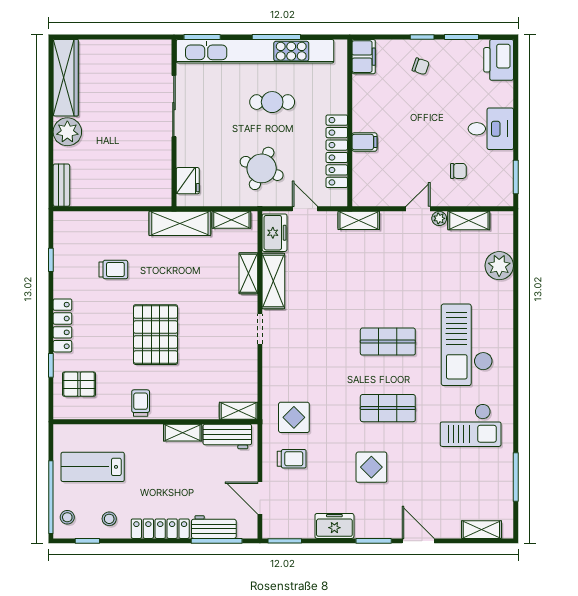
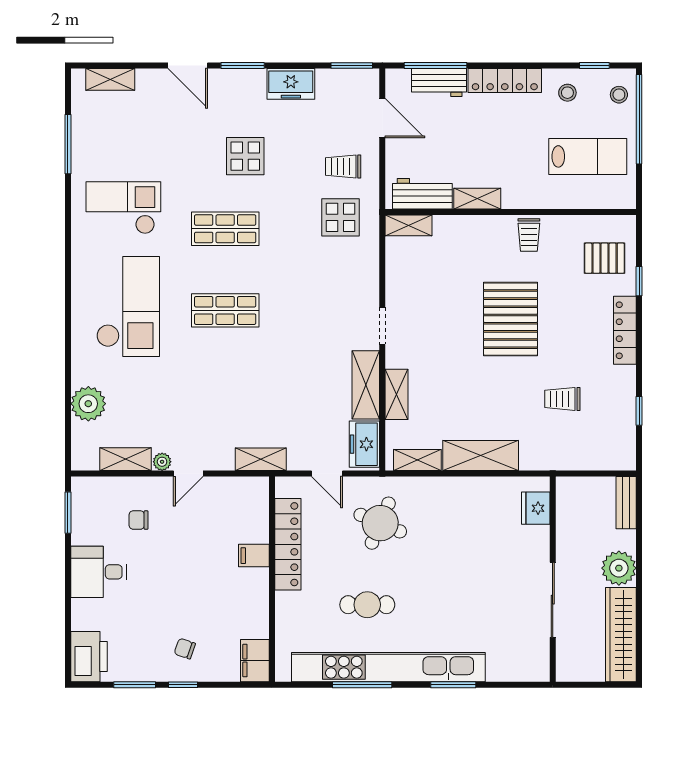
sliding door: (174, 106) -> (553, 600), moved
wall: (174, 123) -> (553, 579), moved
fridge: (188, 181) -> (536, 508), moved

